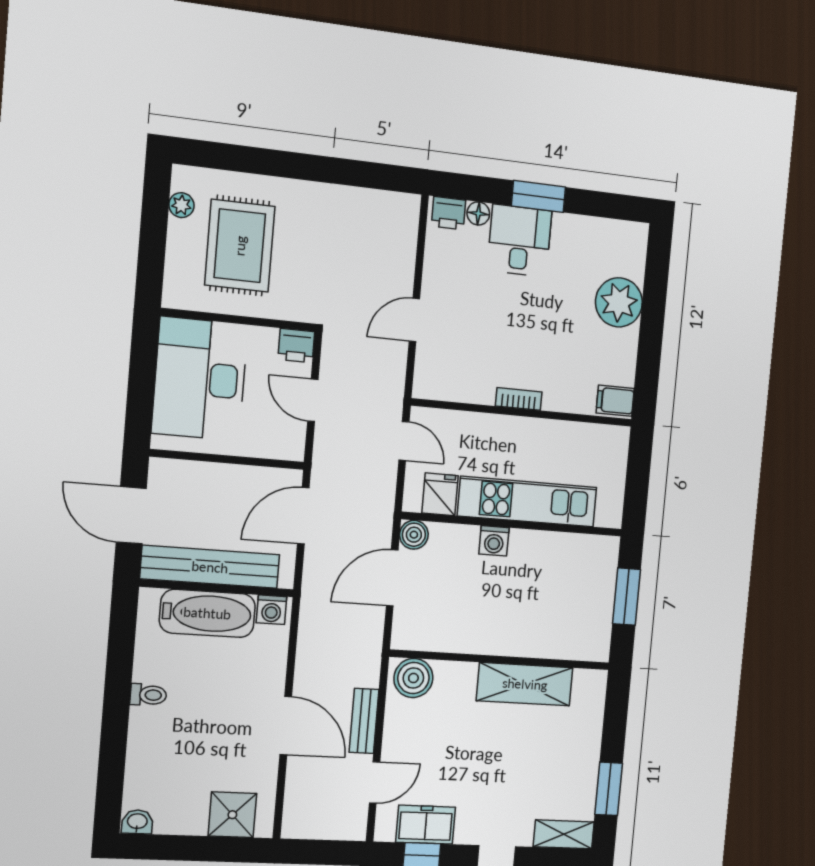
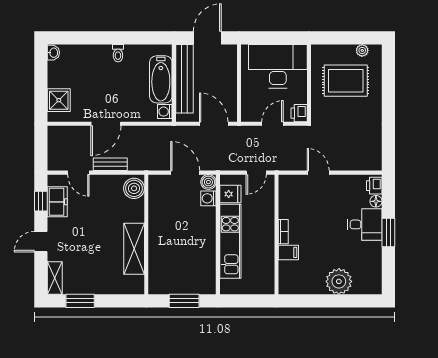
filing cabinet: (615, 401) -> (288, 252), moved, turned 90
washing machine: (494, 541) -> (208, 198), moved

